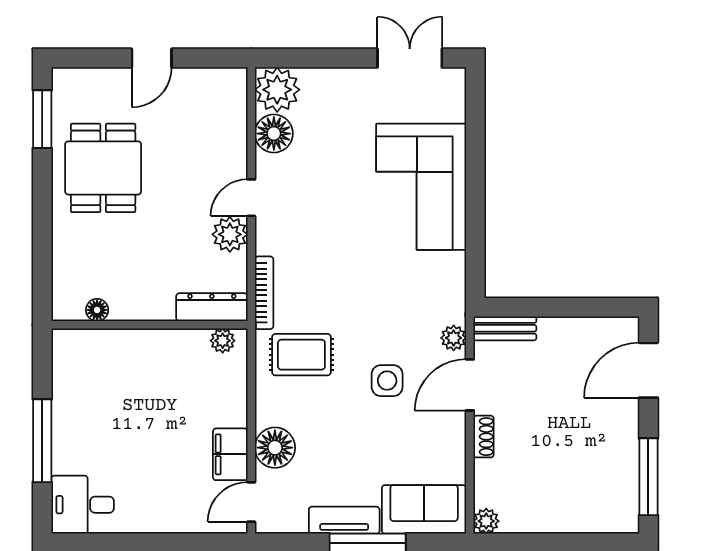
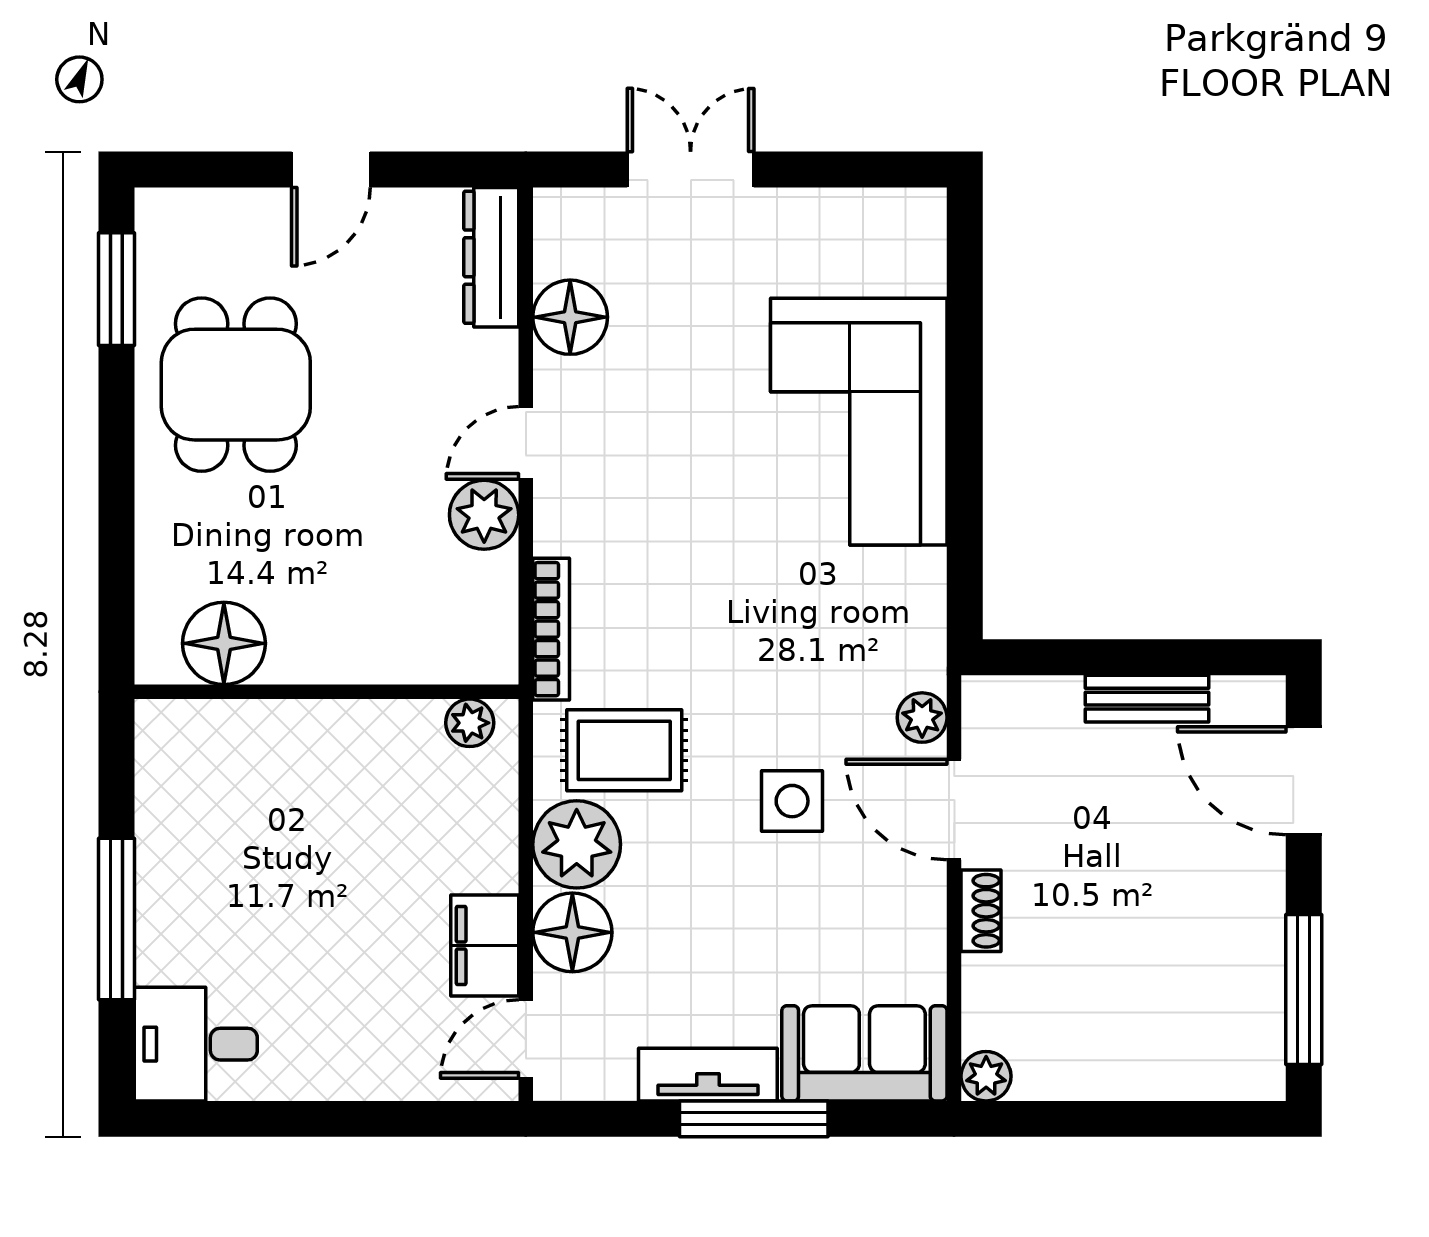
double door: (410, 58) -> (691, 170), moved
plant: (277, 90) -> (577, 844), moved
dresser: (212, 307) -> (491, 257), moved, turned -90
floor lamp: (97, 310) -> (224, 643), width x1.89, depth x1.89
bench: (505, 328) -> (1147, 699), moved
door: (648, 370) -> (1304, 781), hinge flipped
door: (470, 385) -> (954, 810), hinge flipped

